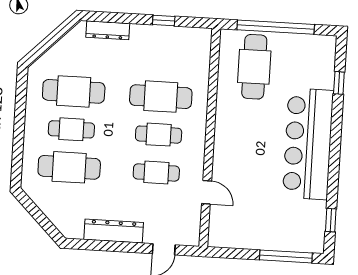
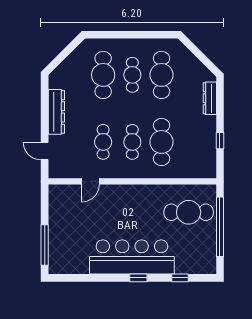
window: (331, 220) -> (138, 278), moved

